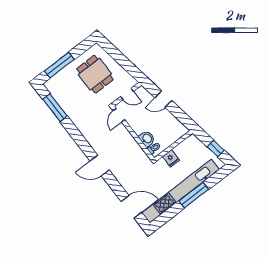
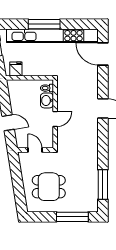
dining table: (95, 74) -> (49, 187), turned 90
door: (119, 115) -> (55, 119), moved
fridge: (171, 158) -> (16, 69), moved

